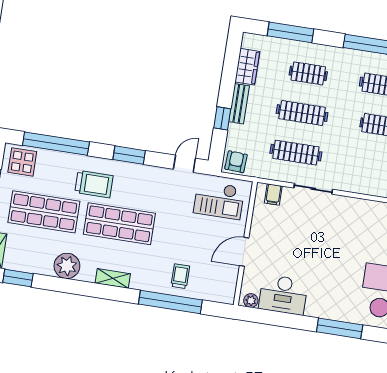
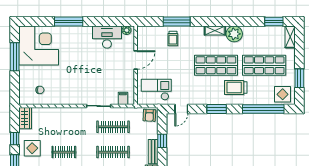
plant: (67, 266) -> (234, 34), moved
window: (170, 302) -> (177, 21), width x0.68

